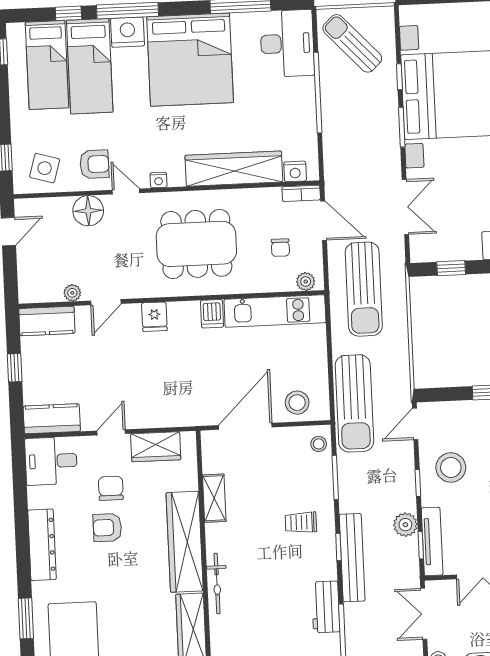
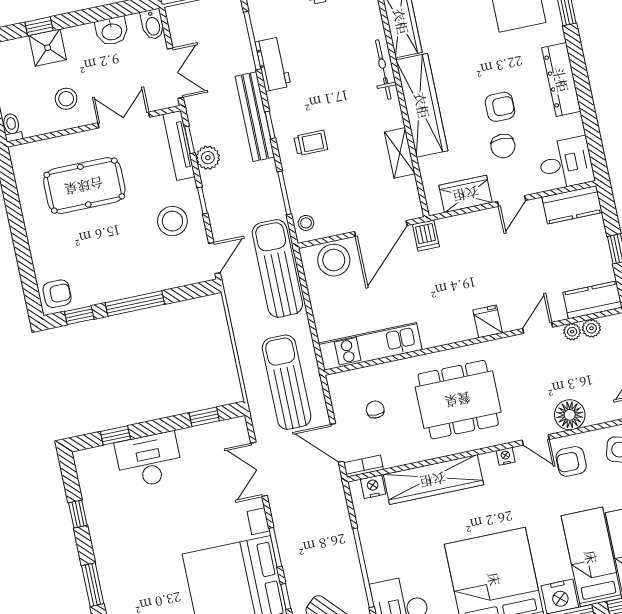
plant: (306, 282) -> (591, 328), moved
dishwasher: (212, 314) -> (426, 236), moved, turned 180
stool: (297, 403) -> (334, 260), width x1.38, depth x1.38

